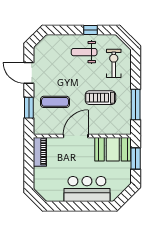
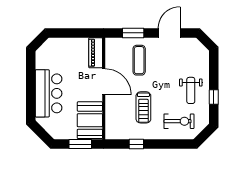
weight bench: (84, 52) -> (191, 90), turned 180
treadmill: (100, 98) -> (143, 107), turned 180
window: (136, 105) -> (136, 144), width x0.46
piano: (40, 152) -> (96, 53), moved, turned 90

